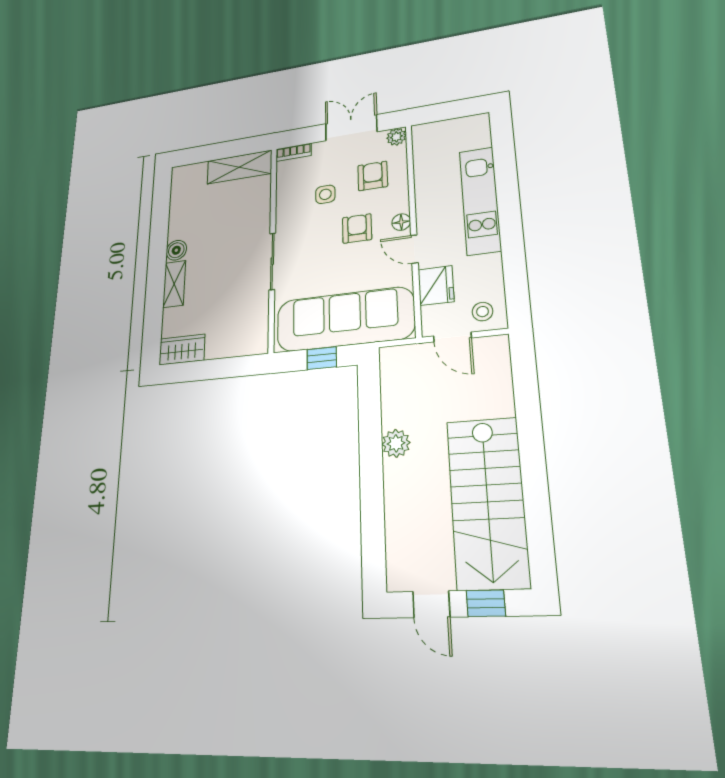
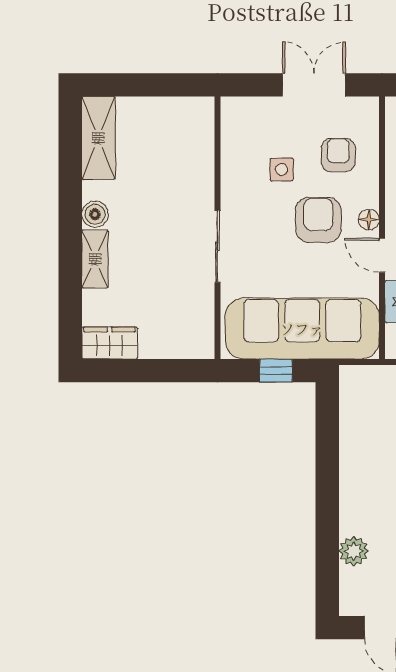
plant: (396, 137) -> (368, 108), removed
bookcase: (294, 152) -> (242, 105), removed
shelving: (239, 167) -> (98, 138), moved, turned 90
armchair: (357, 228) -> (318, 220), width x1.38, depth x1.38
plant: (396, 443) -> (354, 551), moved

